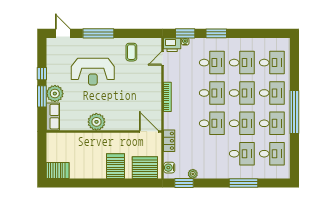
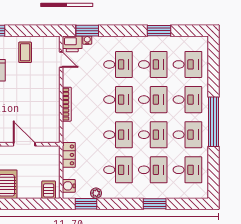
window: (216, 33) -> (159, 31), moved
door: (163, 58) -> (61, 60), swing flipped
door: (149, 132) -> (24, 144), moved
desk: (212, 154) -> (118, 170), added
server rack: (145, 168) -> (49, 190), width x0.46, depth x0.70
window: (243, 183) -> (155, 204), width x0.69

